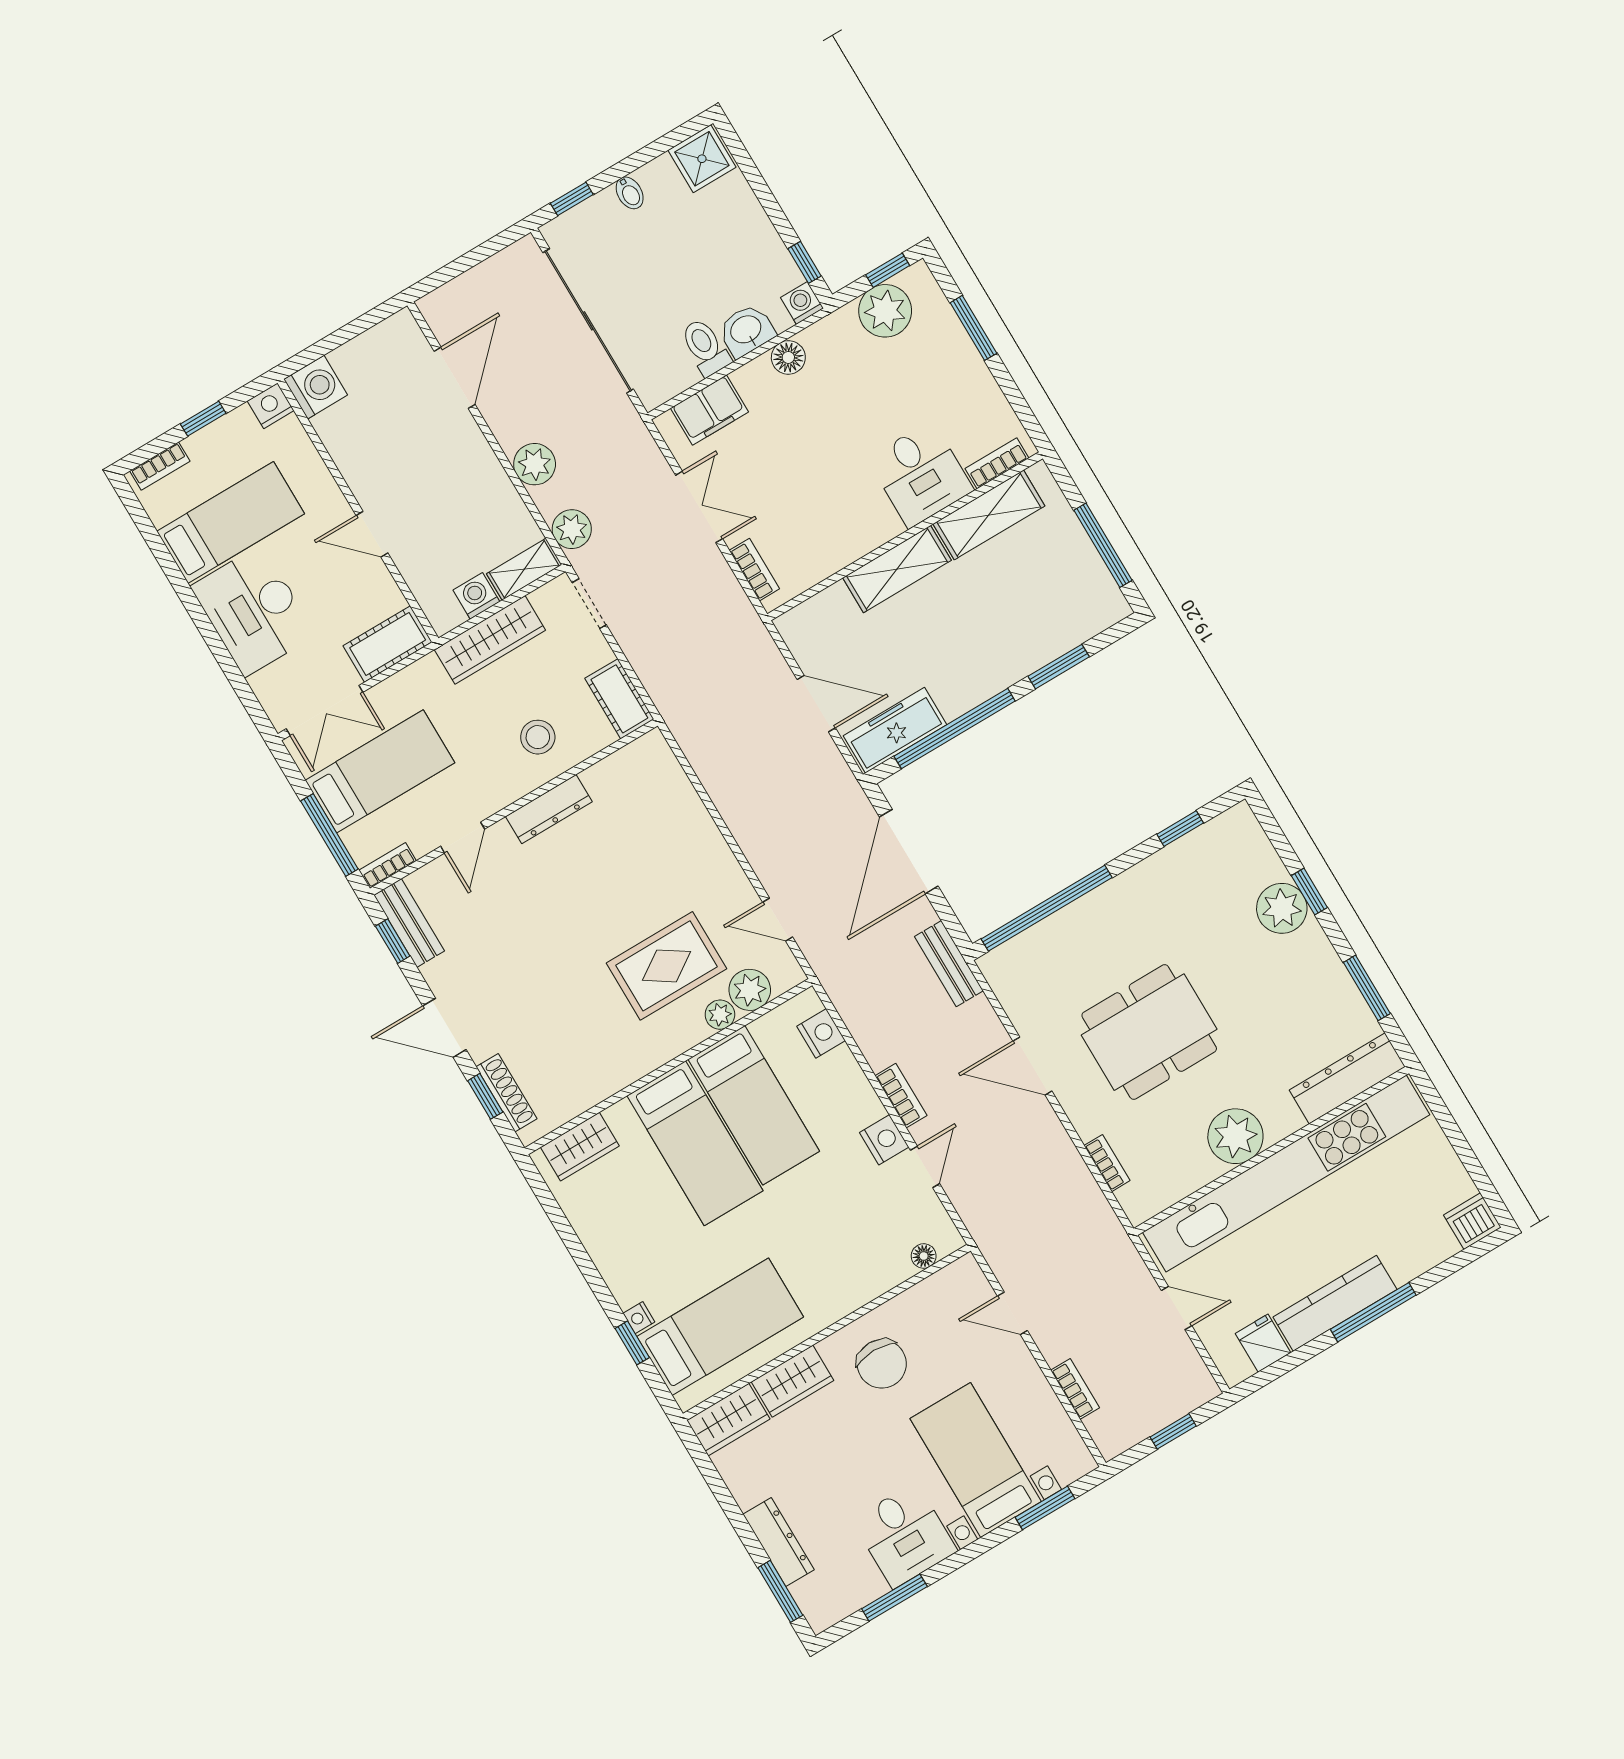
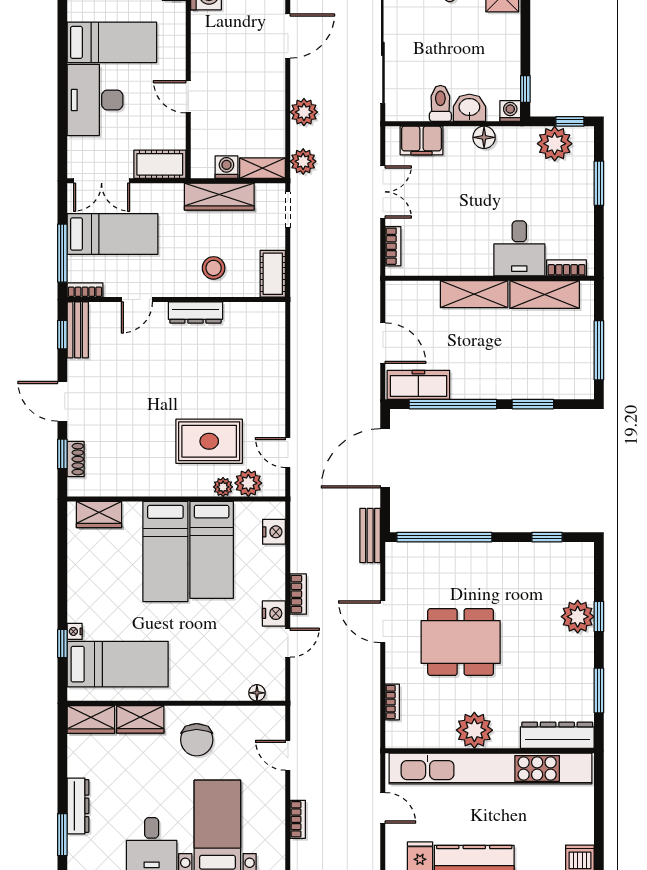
shoe rack: (507, 1093) -> (76, 459), width x0.70

